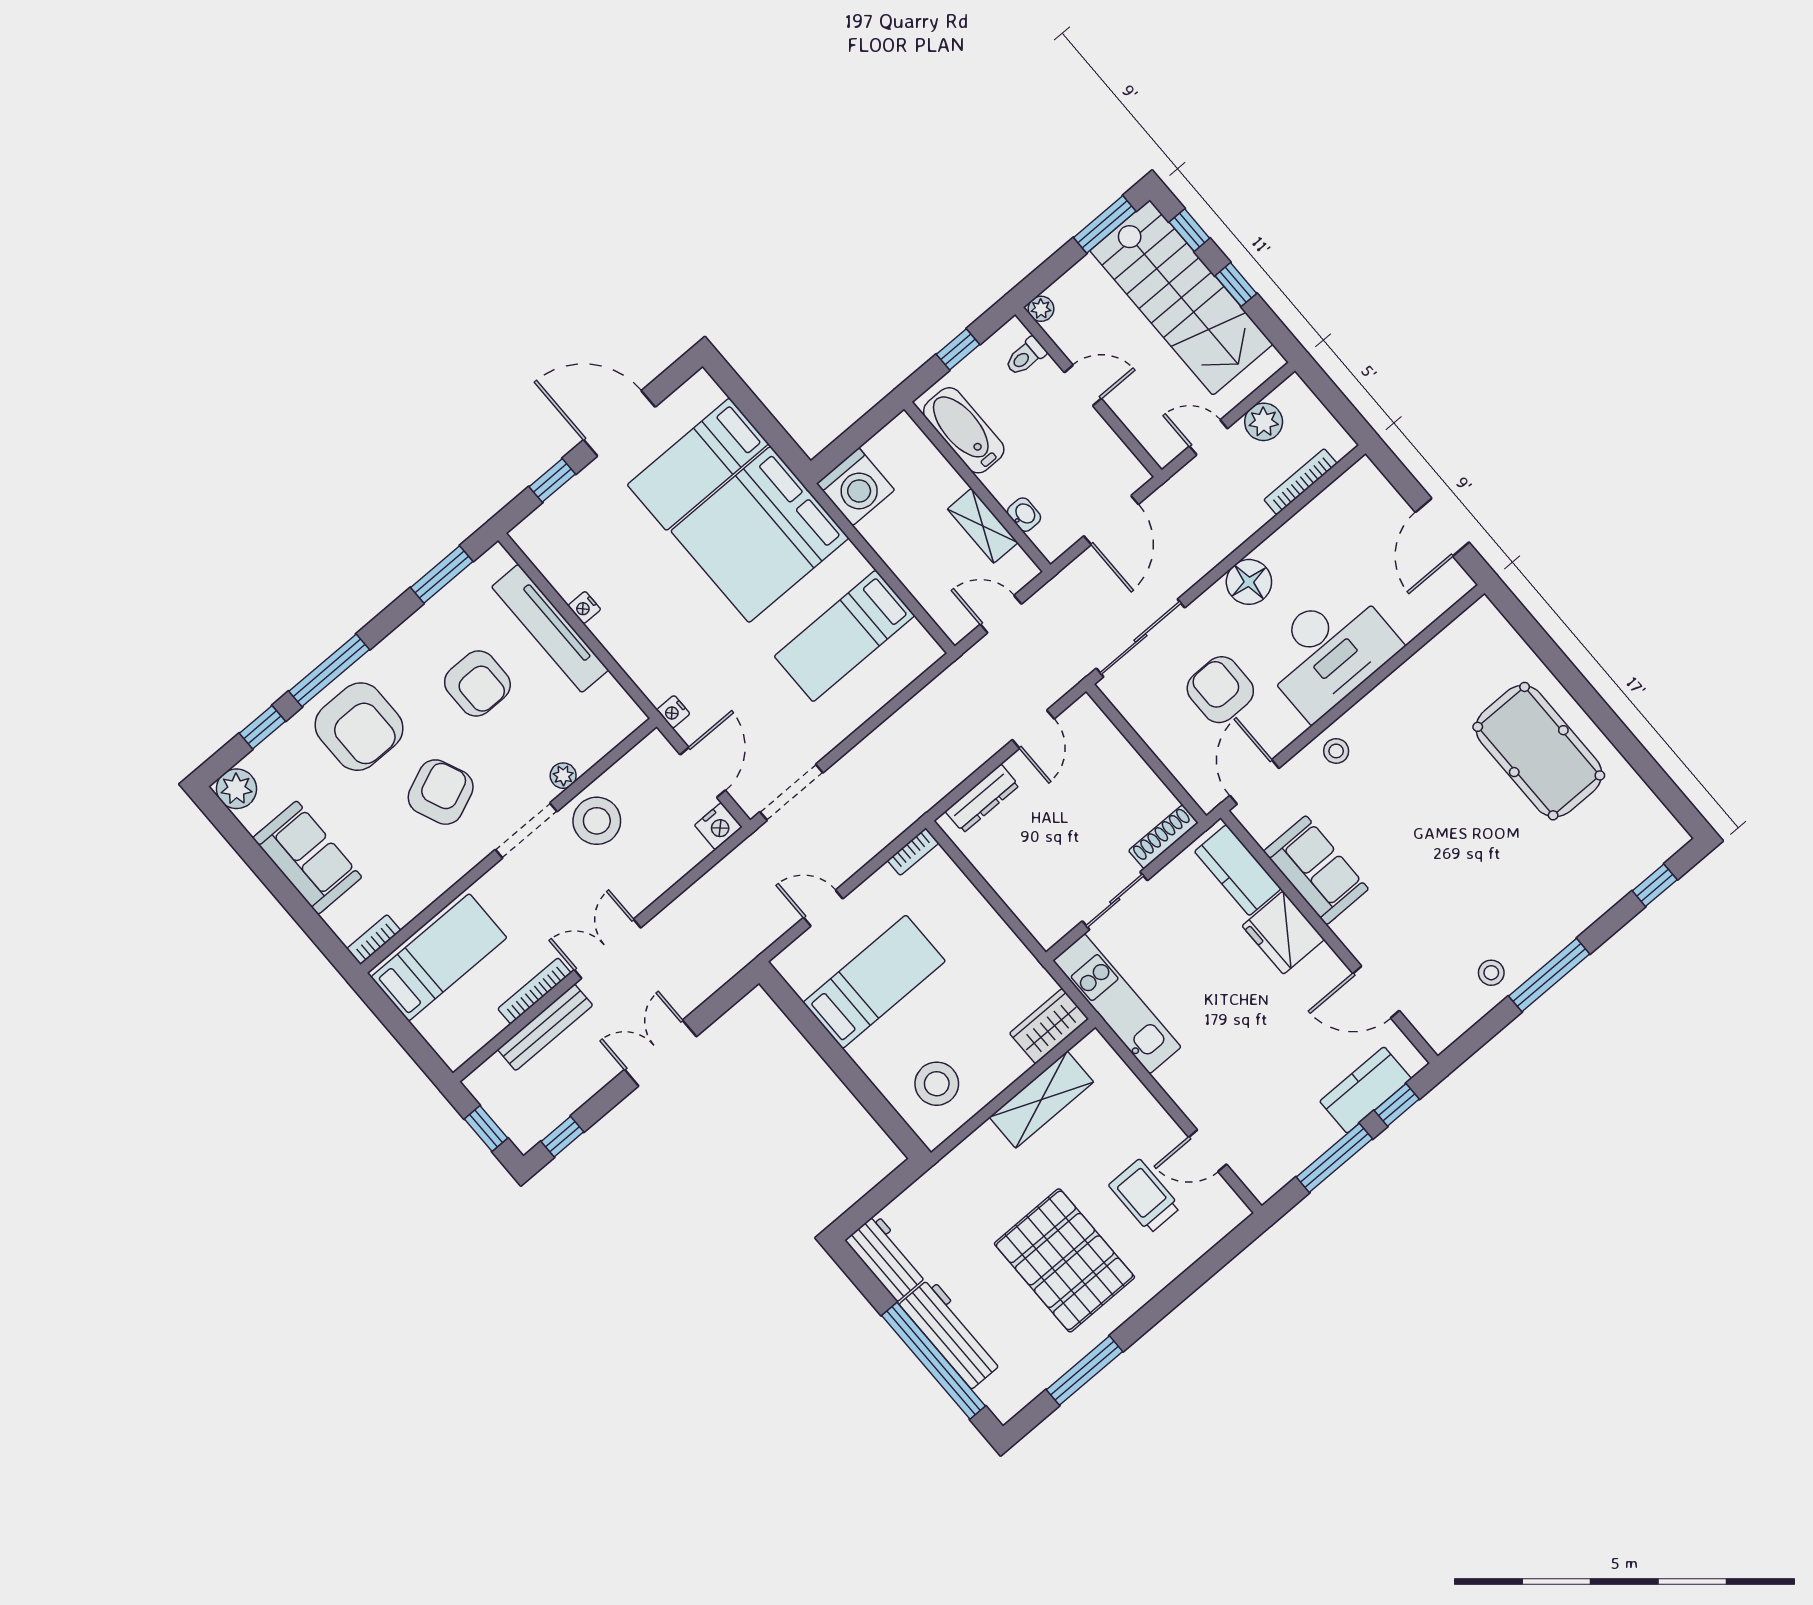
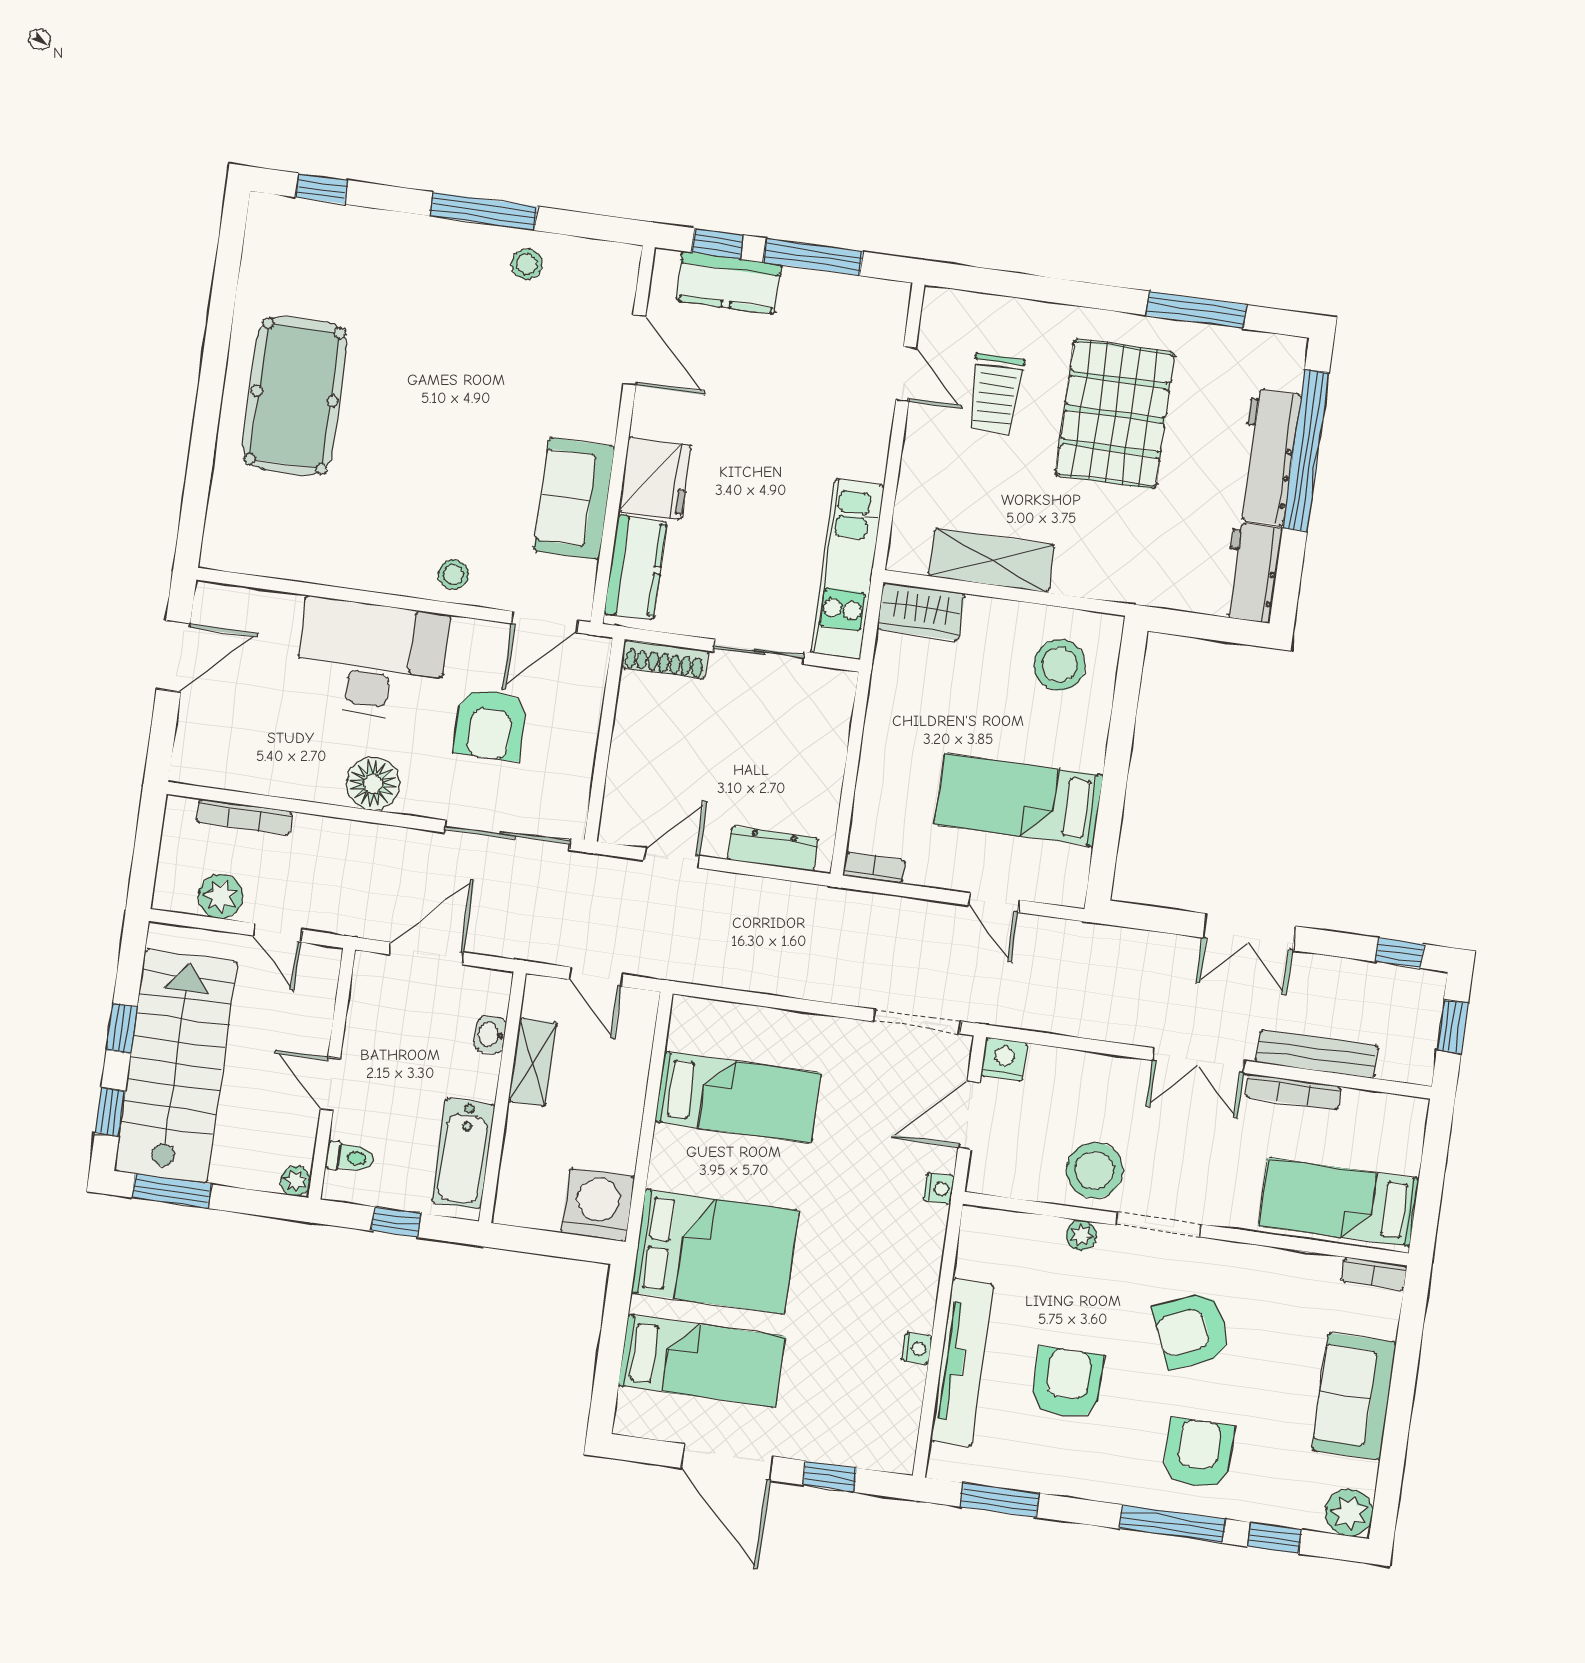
bed: (760, 534) -> (715, 1251), width x0.73
armchair: (359, 727) -> (1198, 1453), width x0.73, depth x0.73

